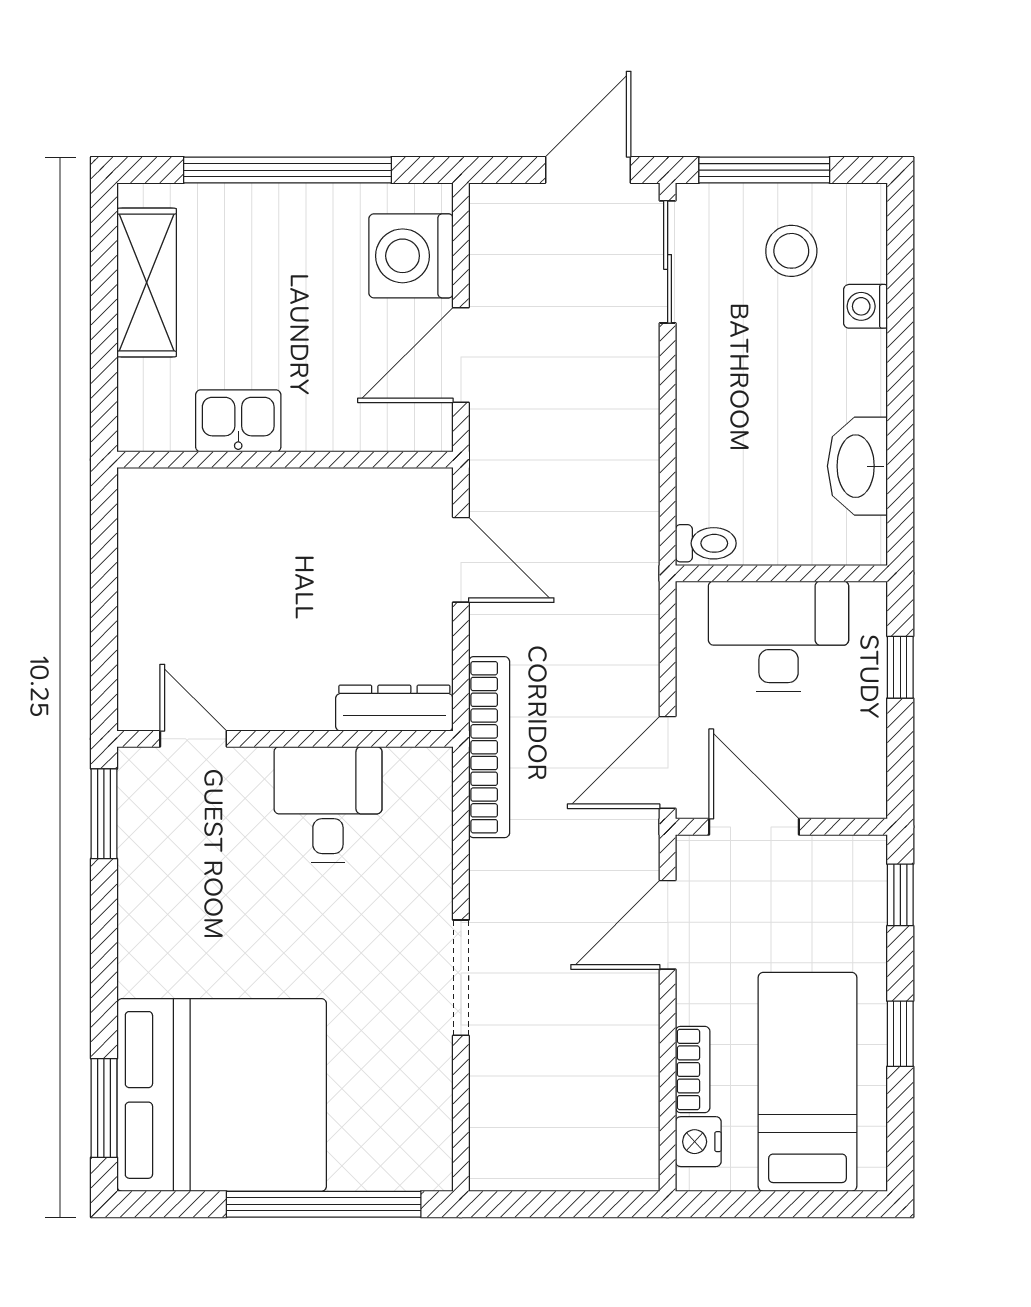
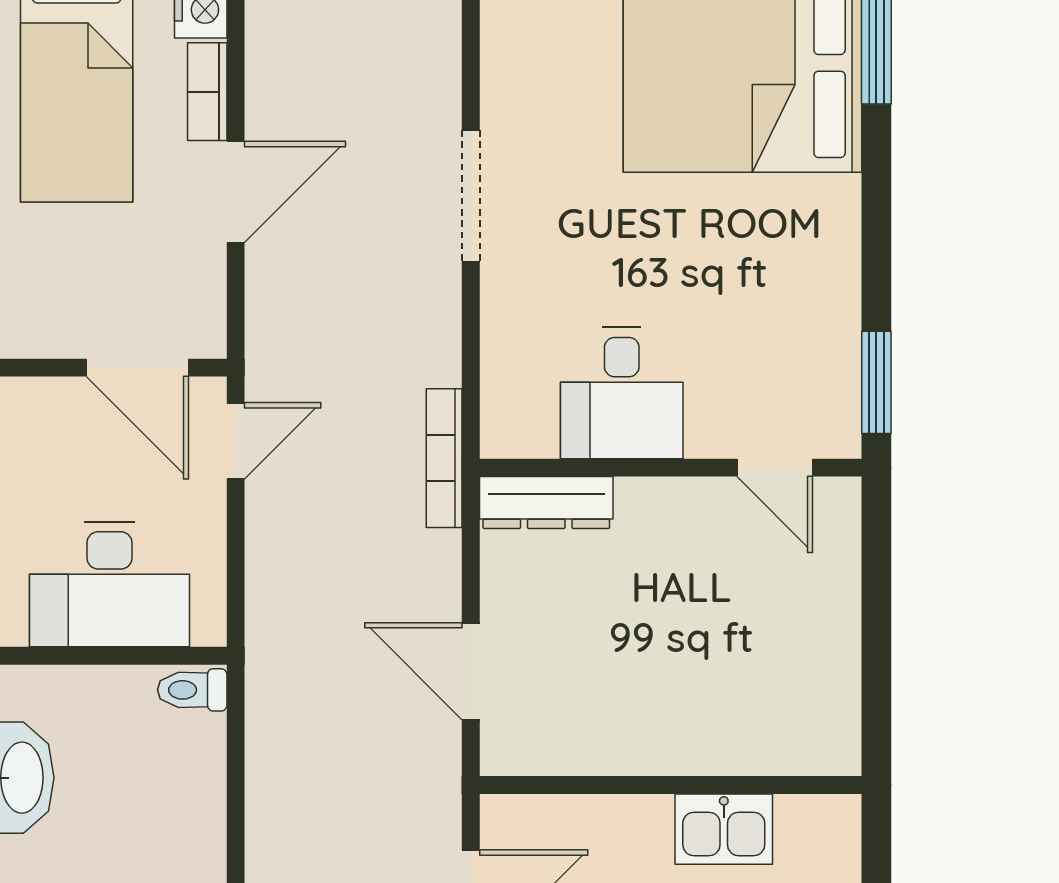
bookcase: (489, 747) -> (444, 458), width x0.68, depth x0.76
door: (668, 762) -> (236, 441), width x0.73
door: (668, 925) -> (236, 192), moved

